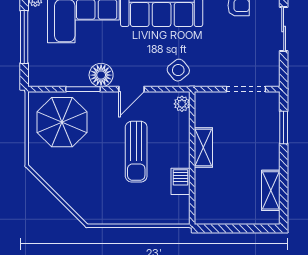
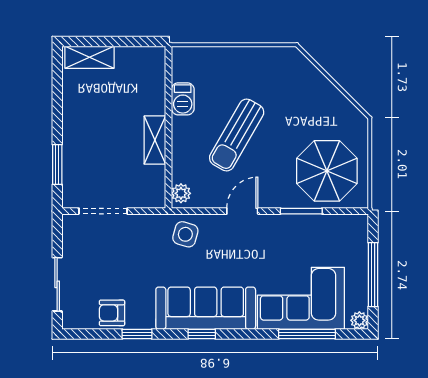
side table: (178, 70) -> (185, 234), turned -35
floor lamp: (101, 75) -> (279, 228), removed
sun lounger: (136, 152) -> (237, 135), turned -150
shelving: (271, 190) -> (90, 57), moved, turned 90

